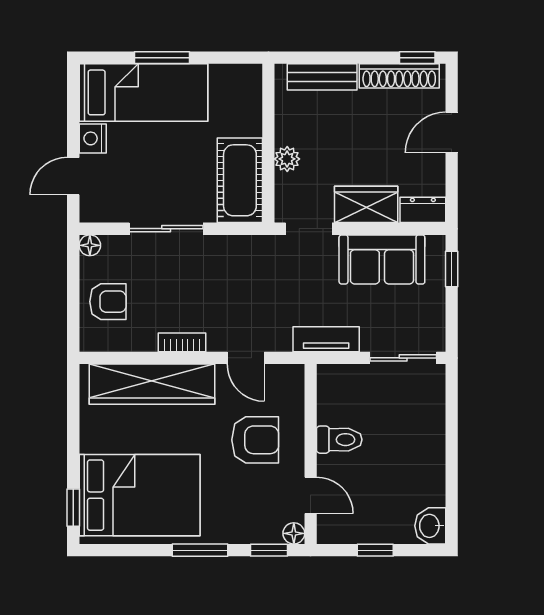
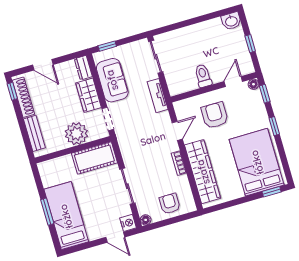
nightstand: (93, 138) -> (128, 223), moved, turned -90
plant: (287, 159) -> (76, 134), width x1.87, depth x1.87
window: (200, 550) -> (274, 126), width x0.67

